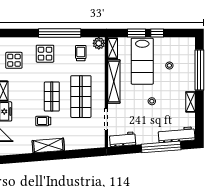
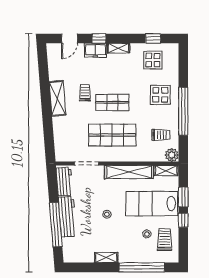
trolley: (174, 50) -> (165, 240), added
workbench: (177, 135) -> (67, 217), moved

